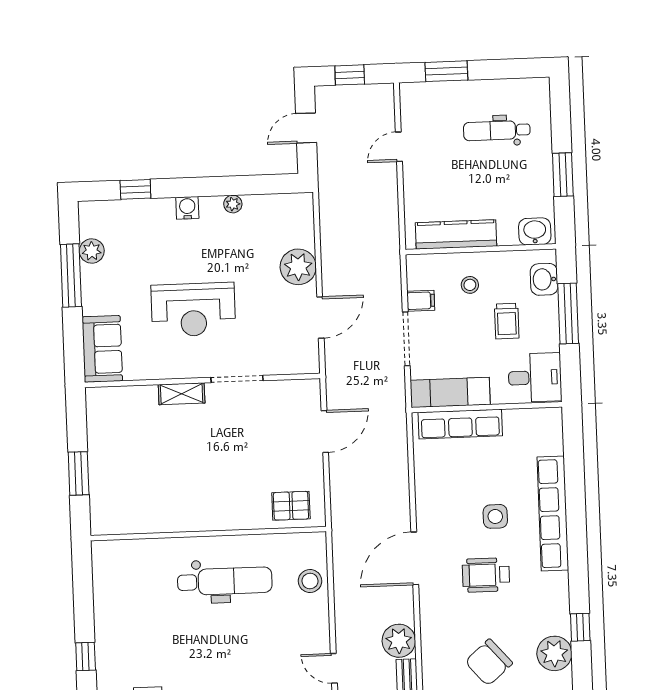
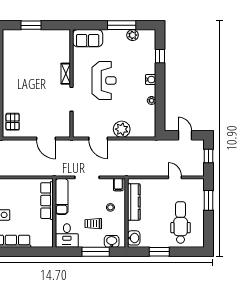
dental chair: (497, 131) -> (181, 222), width x1.36, depth x1.38
filing cabinet: (421, 301) -> (118, 185), moved
reception desk: (193, 310) -> (104, 80), turned 180

